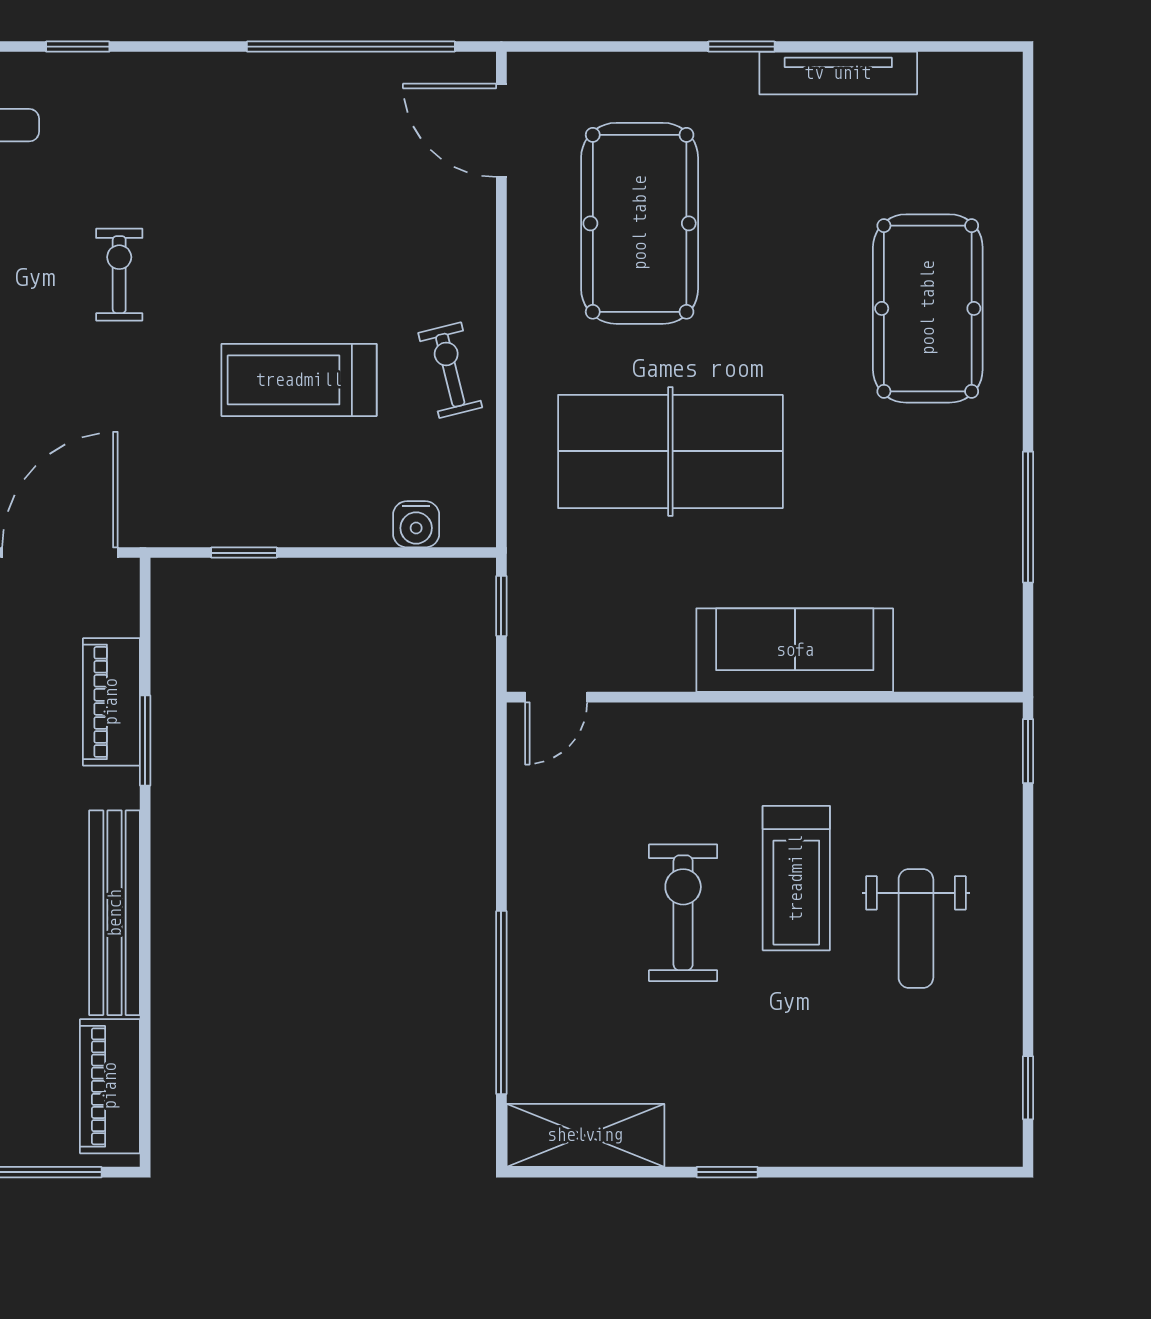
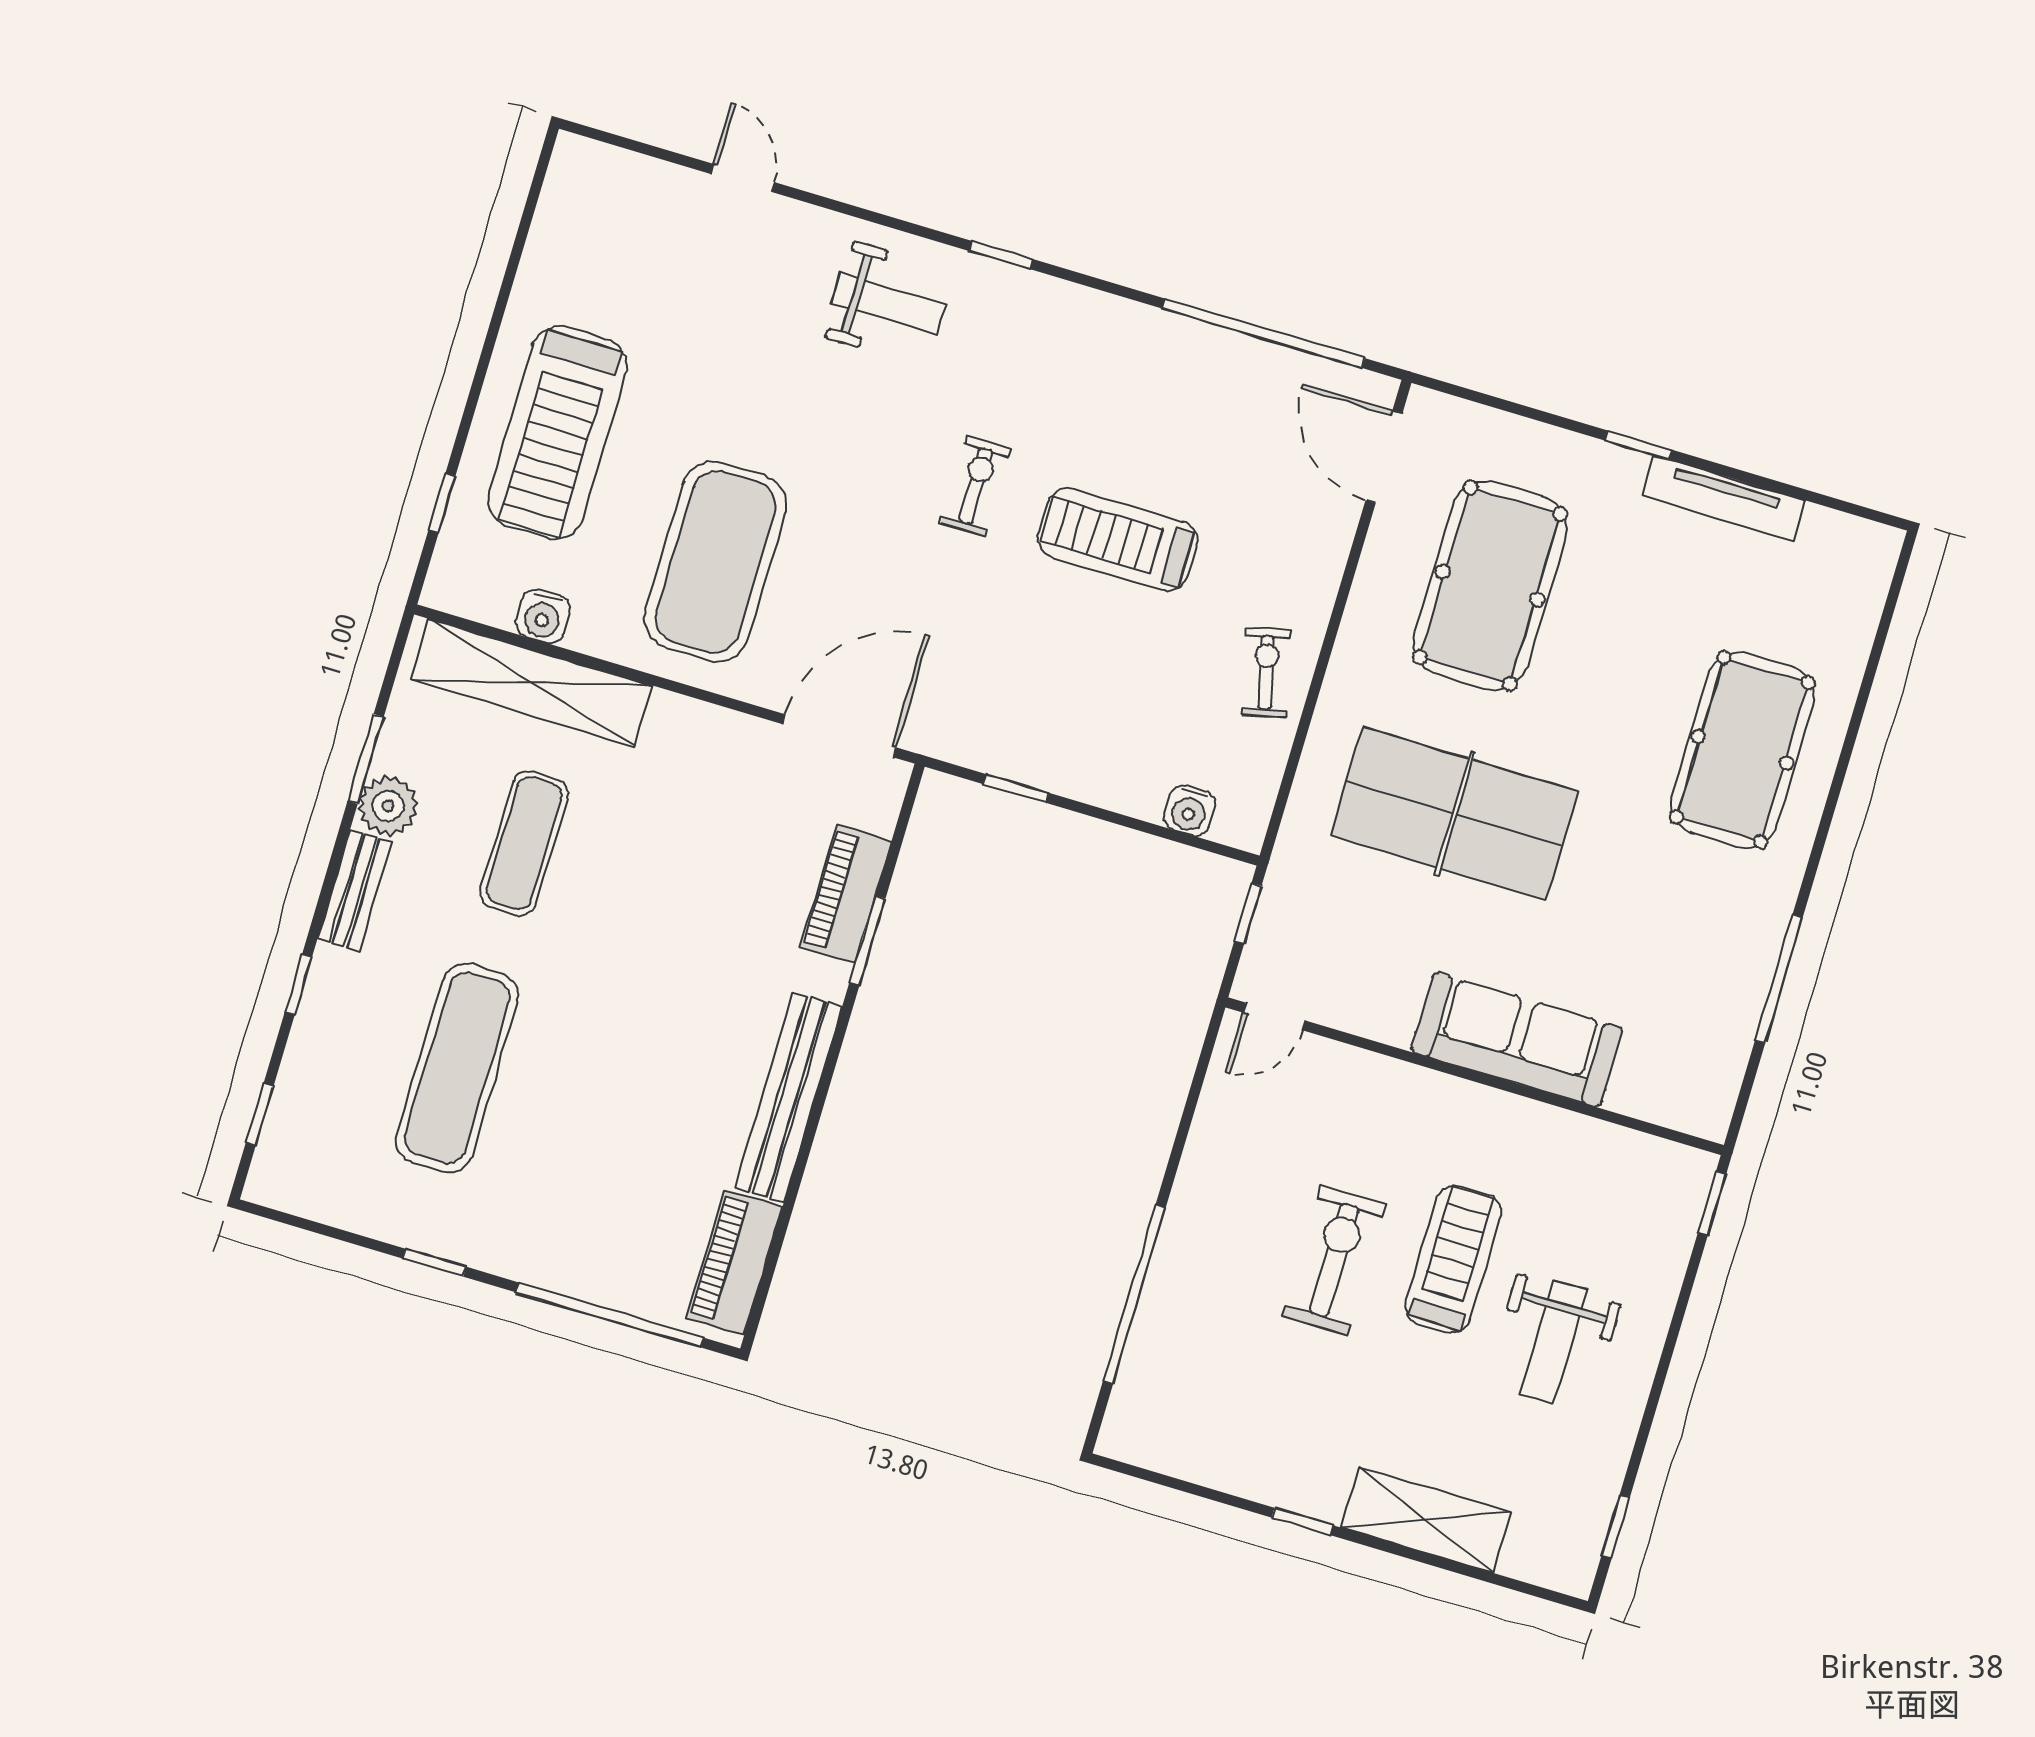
treadmill: (299, 380) -> (1118, 540), moved
treadmill: (796, 878) -> (1453, 1259), turned 180
shelving: (585, 1135) -> (1426, 1520), moved

